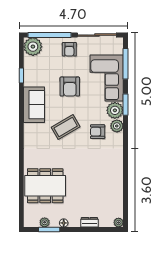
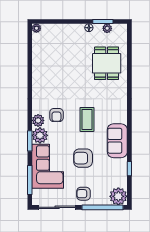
armchair: (69, 49) -> (83, 194), turned -90
armchair: (70, 87) -> (83, 158), turned -90
coffee table: (66, 127) -> (87, 119), turned -60
armchair: (98, 132) -> (56, 115), turned 90
dining table: (45, 186) -> (107, 63), width x0.73
dresser: (89, 222) -> (64, 28), removed

